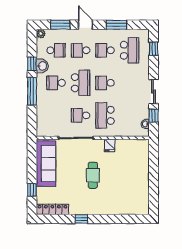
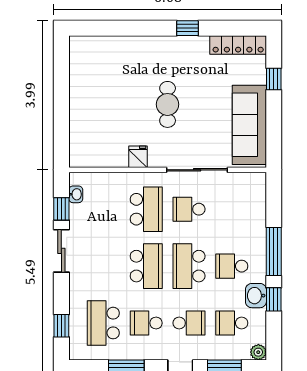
school desk: (105, 50) -> (146, 323), turned 180
school desk: (56, 83) -> (232, 266), turned 180
school desk: (105, 83) -> (146, 266), width x1.85
school desk: (81, 115) -> (189, 209), turned 180

